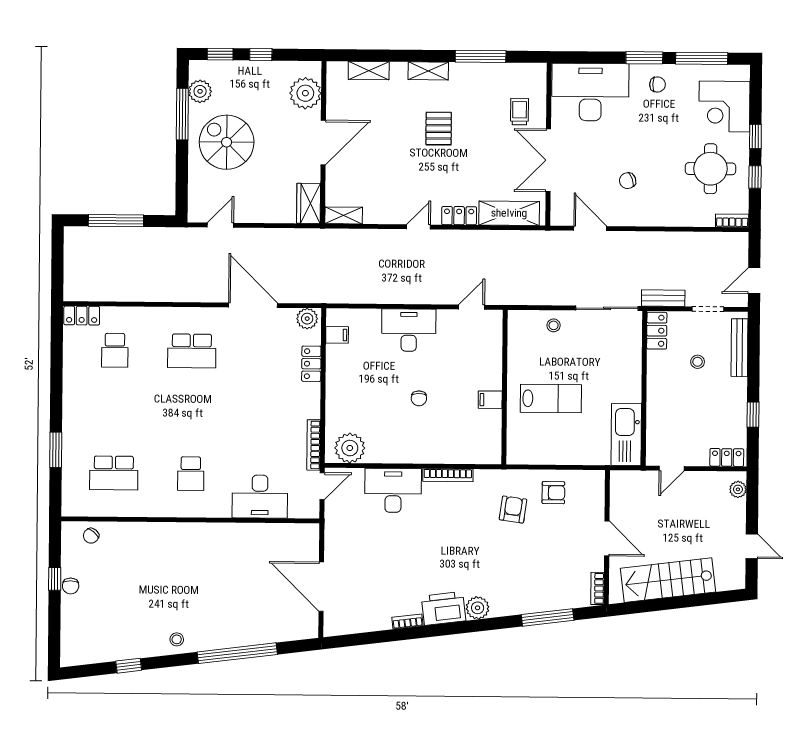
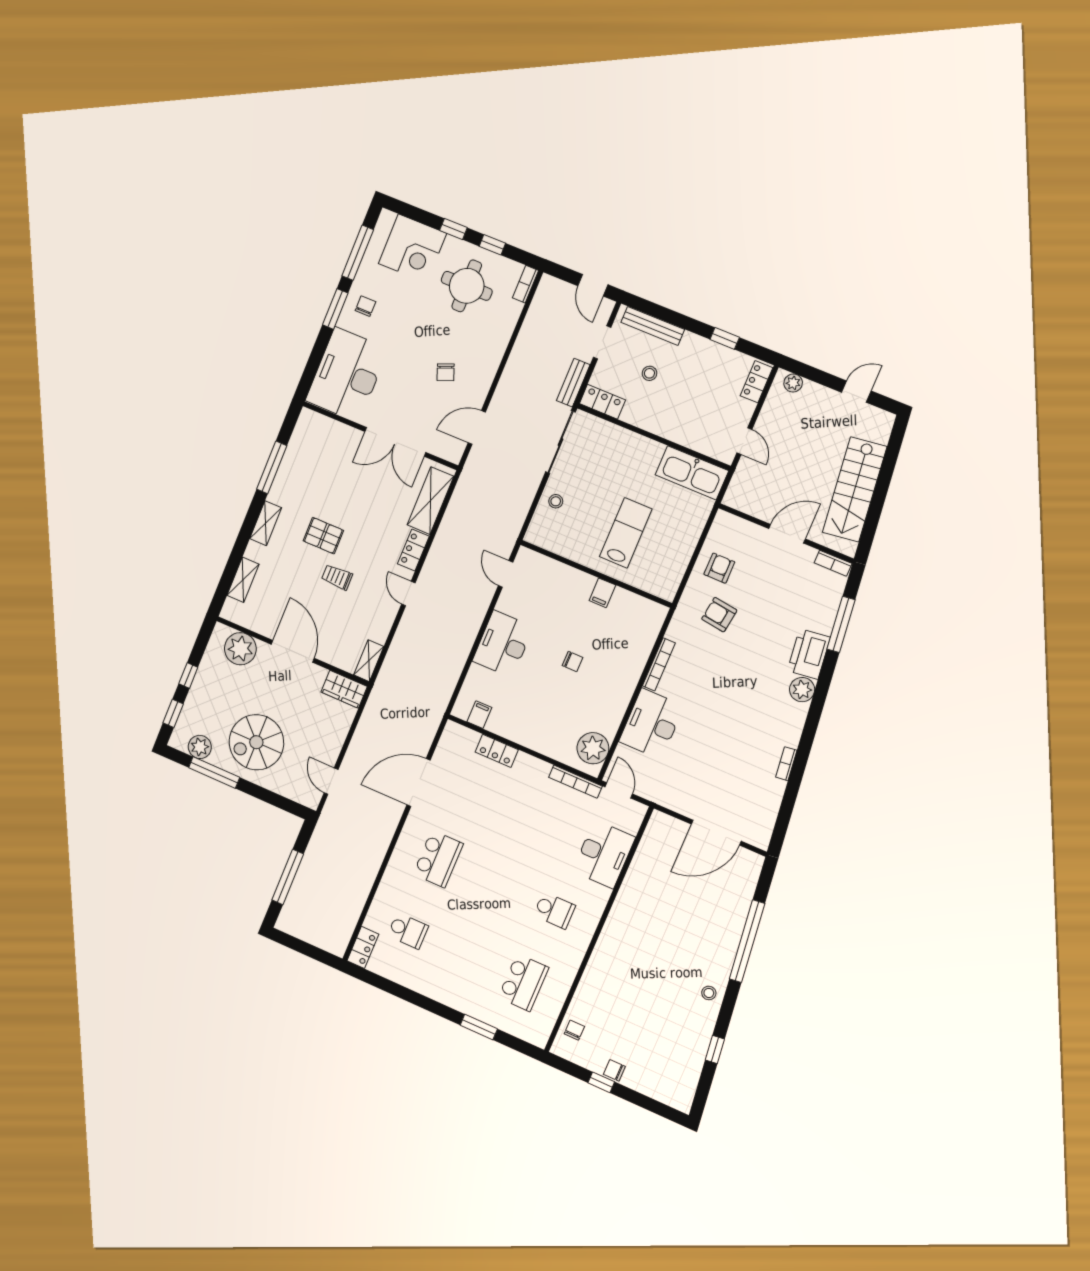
trolley: (520, 112) -> (337, 577), moved
plant: (307, 319) -> (452, 737), removed
chair: (91, 536) -> (574, 1030), turned -130
chair: (71, 586) -> (614, 1070), turned 180
printer: (444, 608) -> (809, 654), moved

